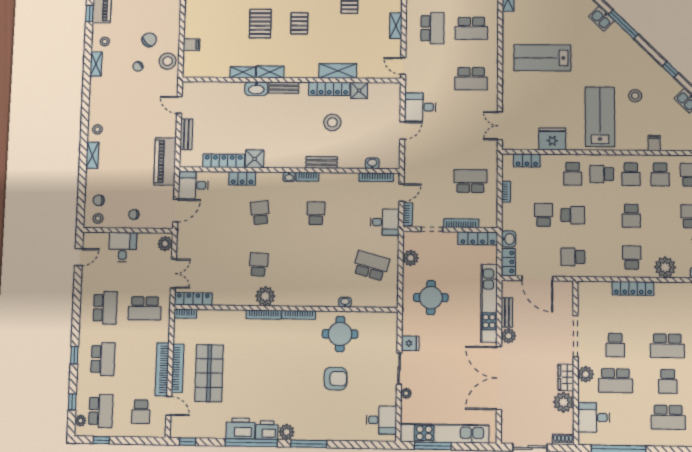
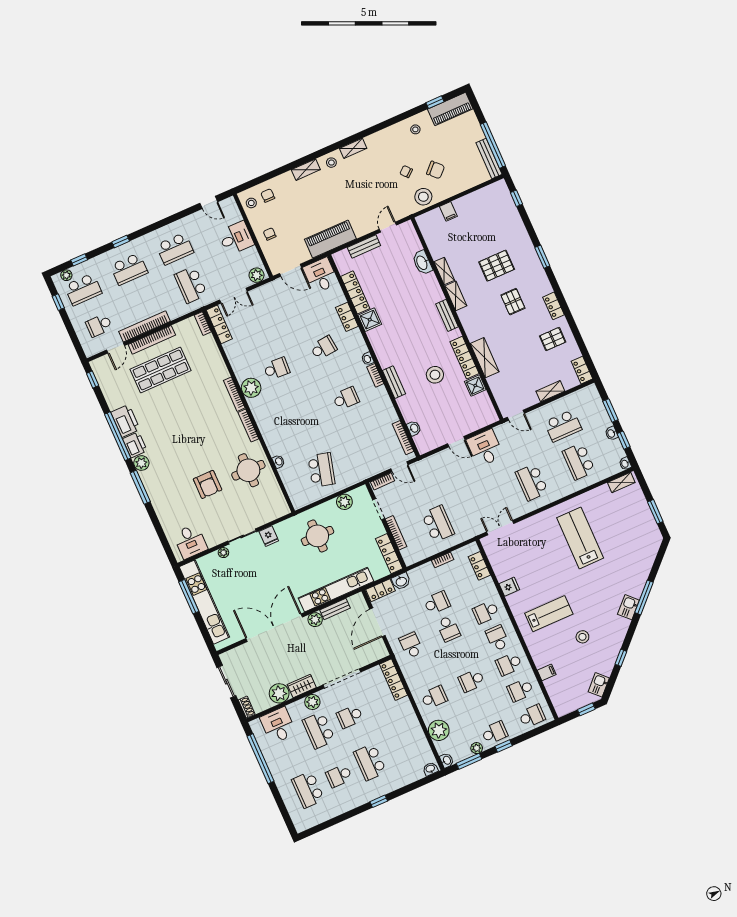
kitchen sink: (602, 19) -> (628, 607), moved
pallet: (299, 23) -> (513, 302), turned 90
shelving: (96, 64) -> (353, 148), moved
door: (403, 66) -> (516, 415), swing flipped
washbasin: (256, 89) -> (422, 263), moved
lab bench: (600, 117) -> (549, 614), width x0.73, depth x0.72
fridge: (552, 139) -> (509, 587), width x0.53, depth x0.75
desk: (385, 222) -> (366, 464), removed
locker: (633, 288) -> (393, 680), moved

